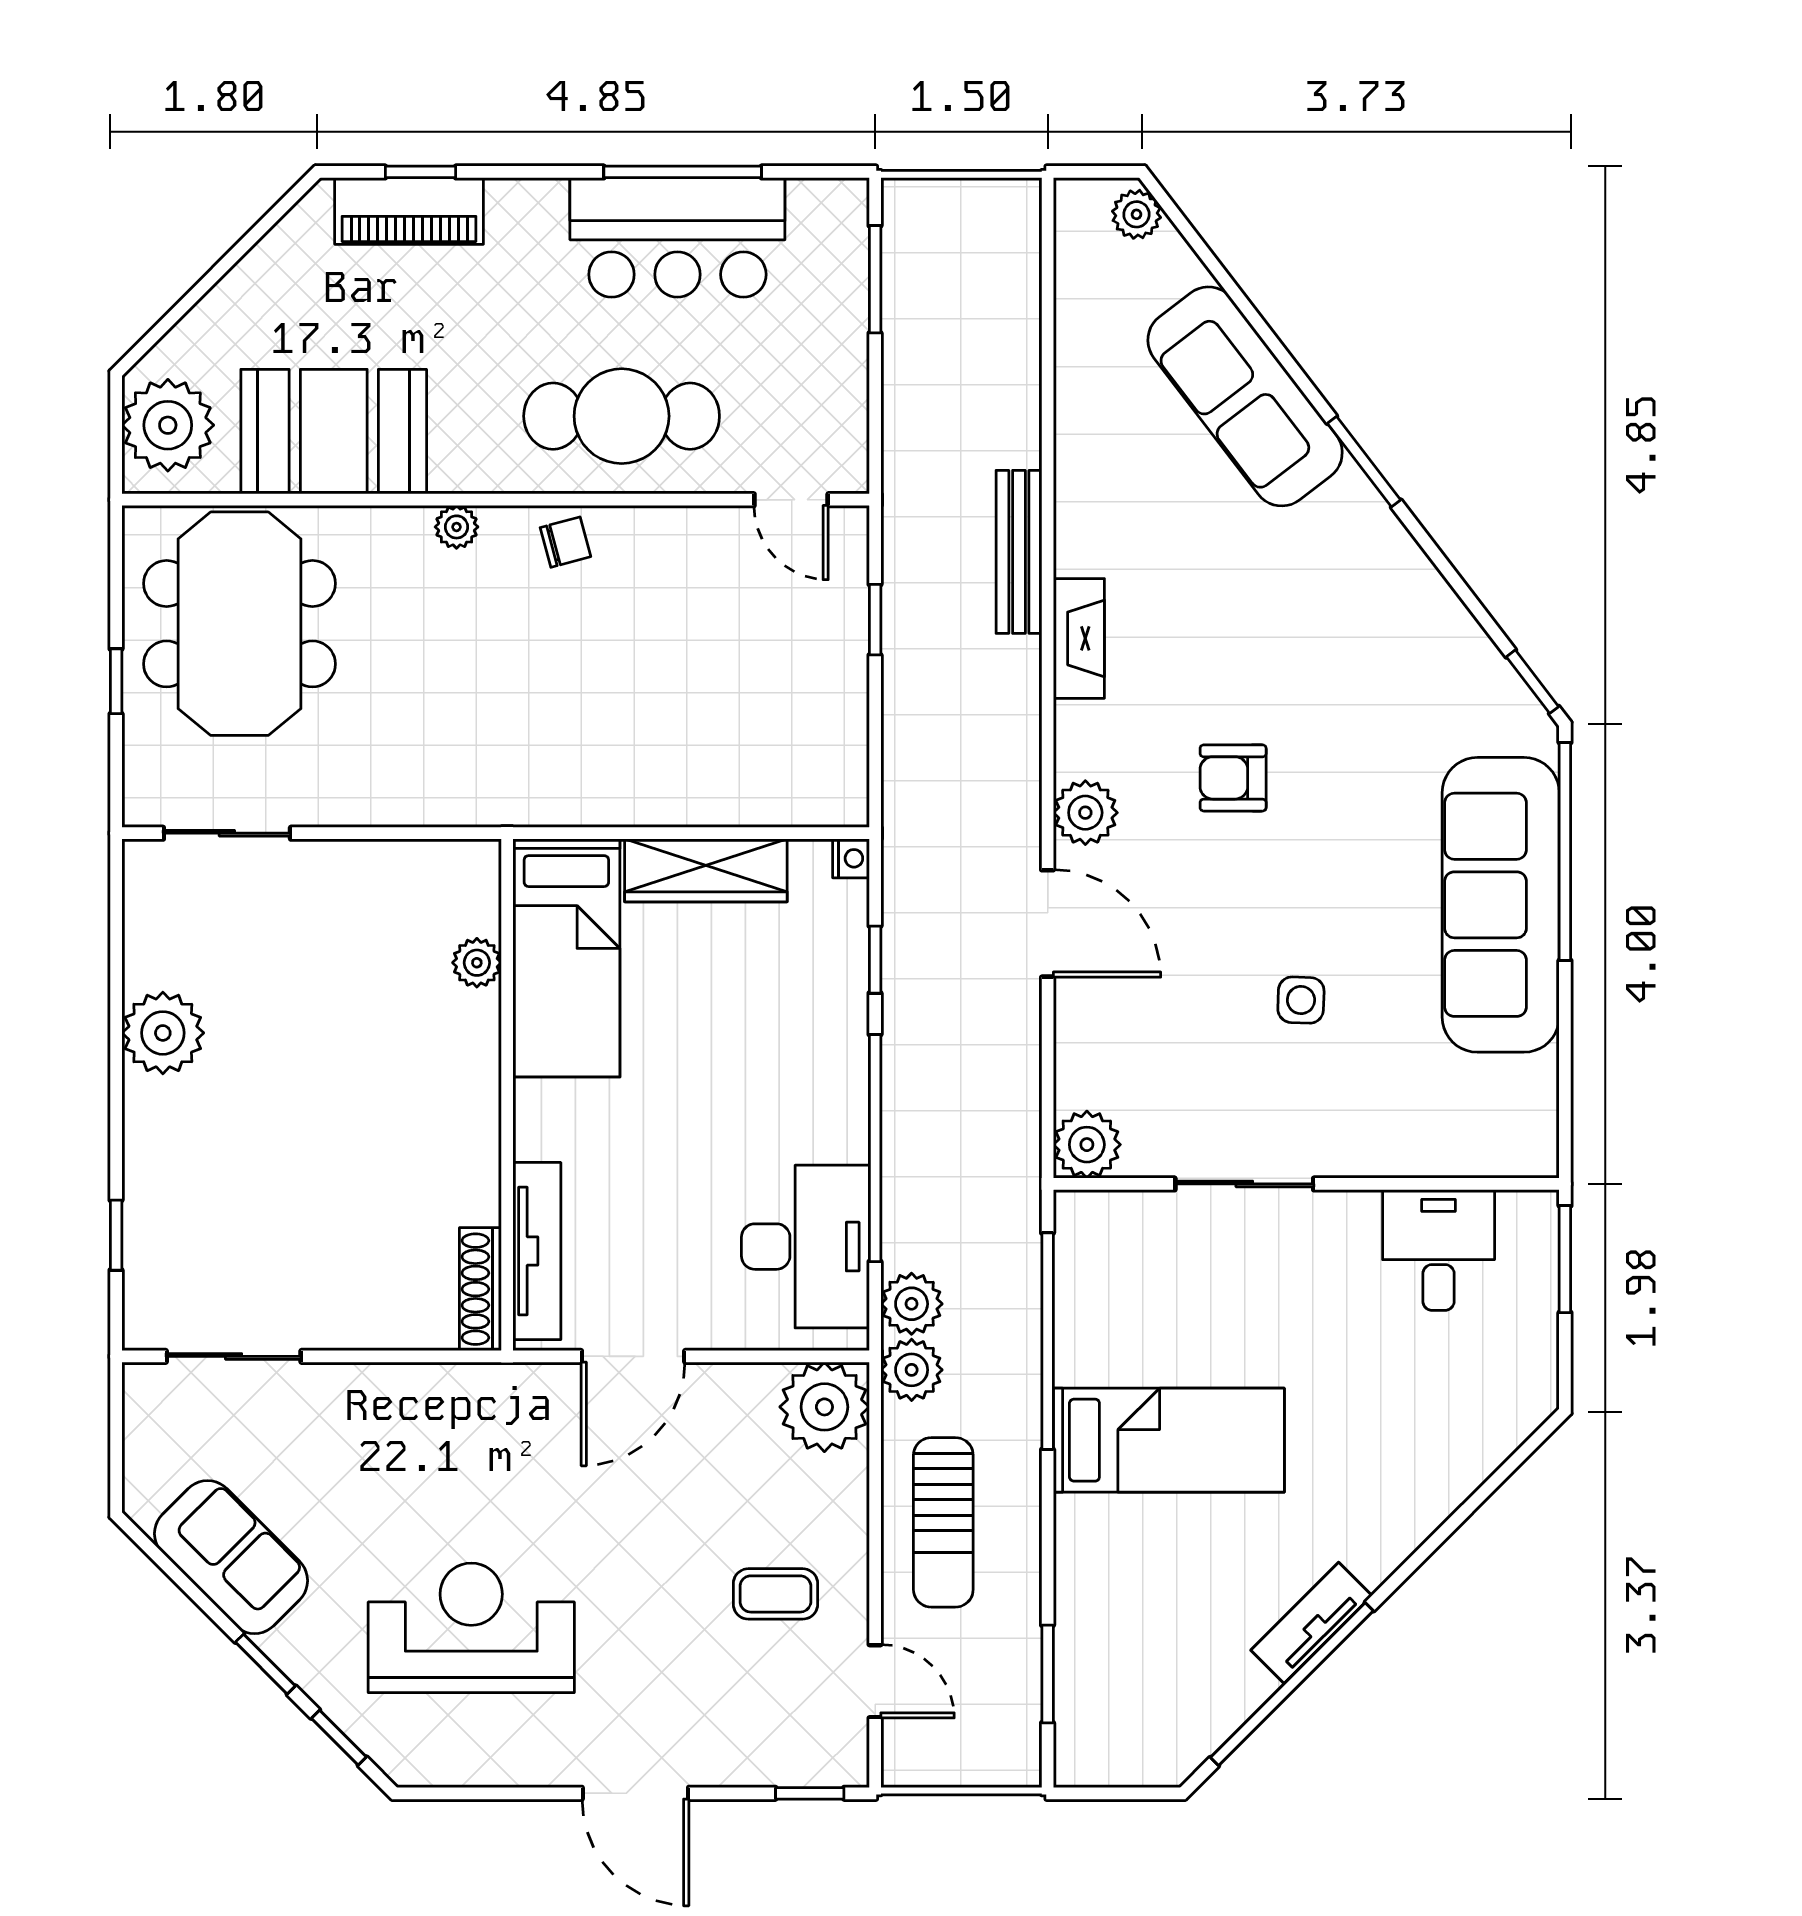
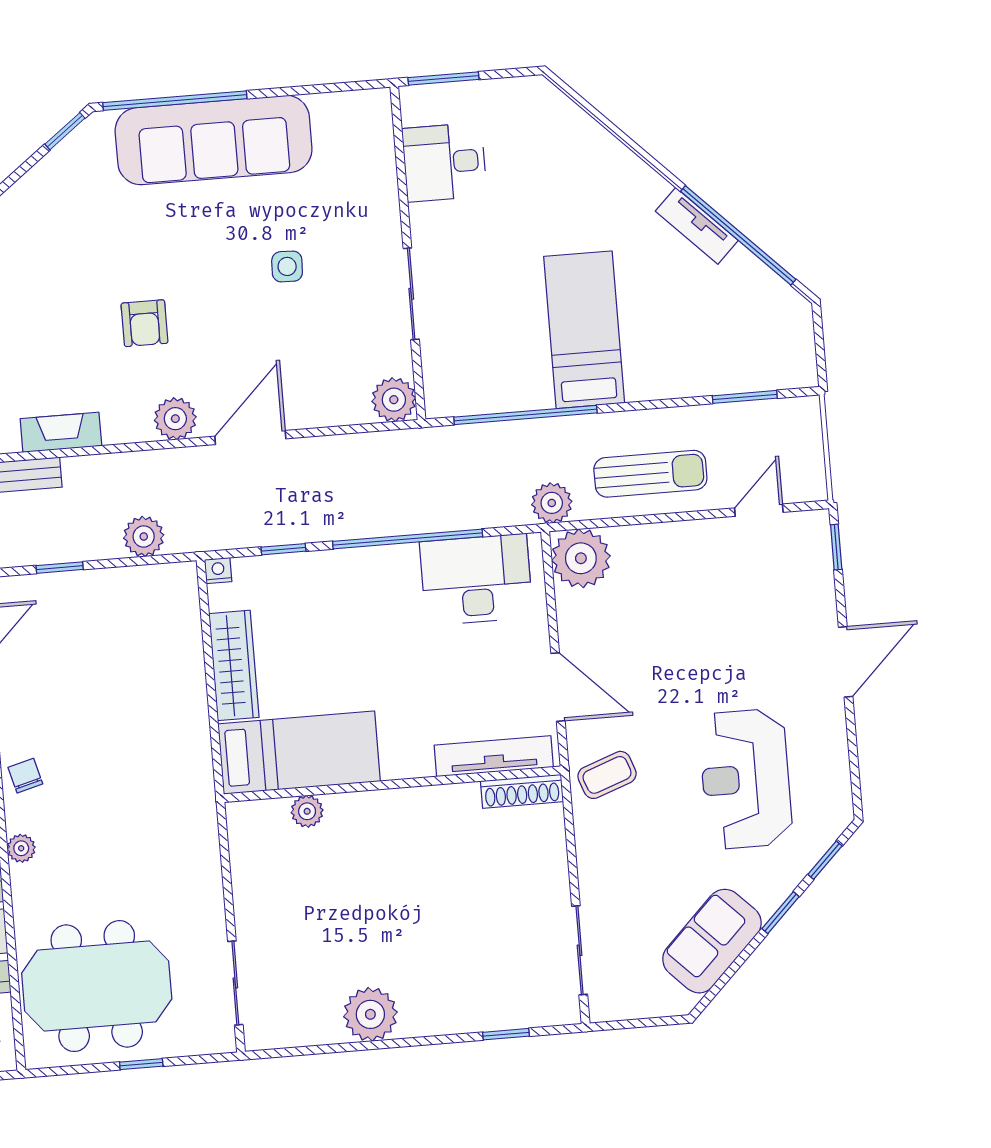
plant: (912, 1304) -> (144, 536), moved
coffee table: (775, 1594) -> (607, 775), moved, turned 70

